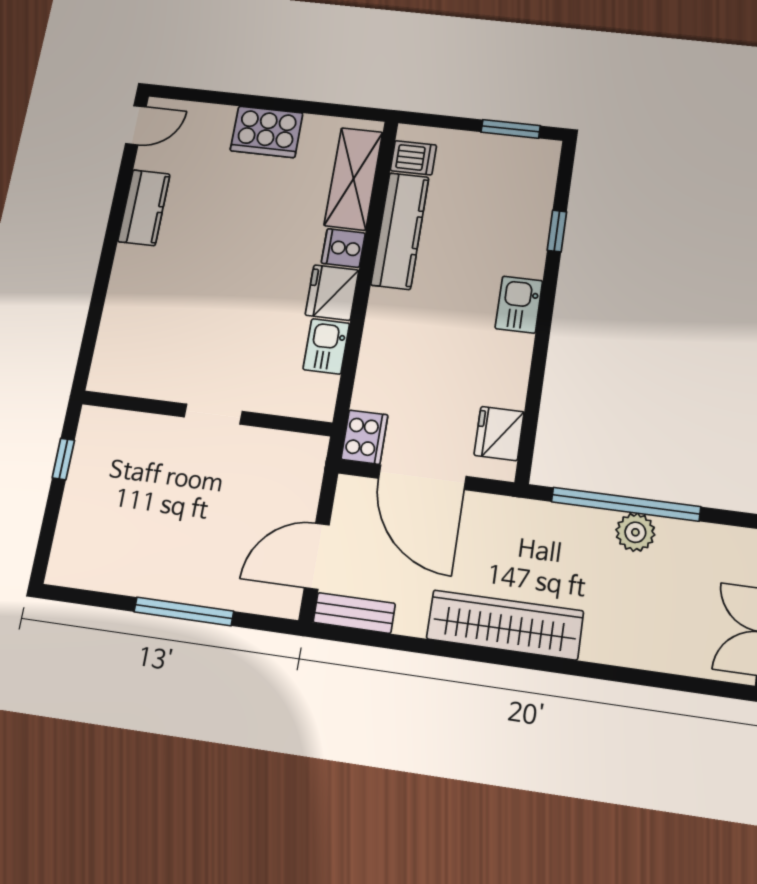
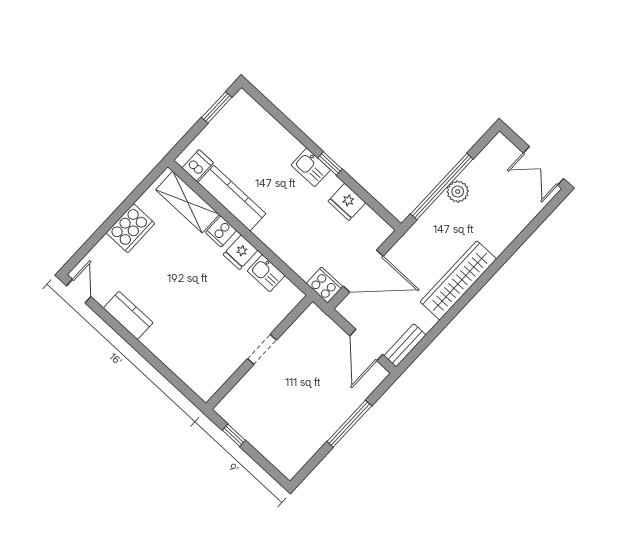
window: (557, 231) -> (330, 163), moved
fridge: (332, 293) -> (240, 252), width x0.72
fridge: (499, 434) -> (347, 202), moved

